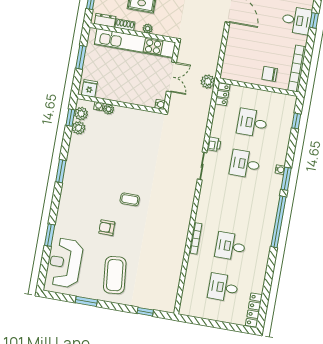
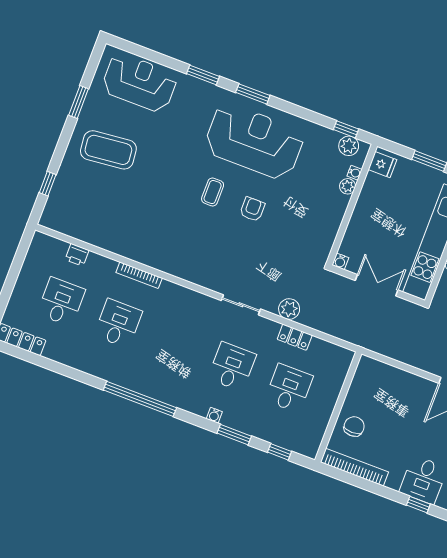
double door: (171, 77) -> (377, 285), swing flipped
plant: (208, 82) -> (289, 309), moved
locker: (223, 94) -> (295, 337), moved
plant: (79, 128) -> (329, 138), removed
printer: (214, 144) -> (77, 255), moved
window: (61, 171) -> (253, 94), moved
reception desk: (90, 178) -> (254, 141), added
window: (286, 179) -> (234, 435), moved
armchair: (107, 228) -> (252, 209), moved
window: (50, 235) -> (203, 75), moved

